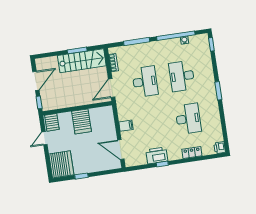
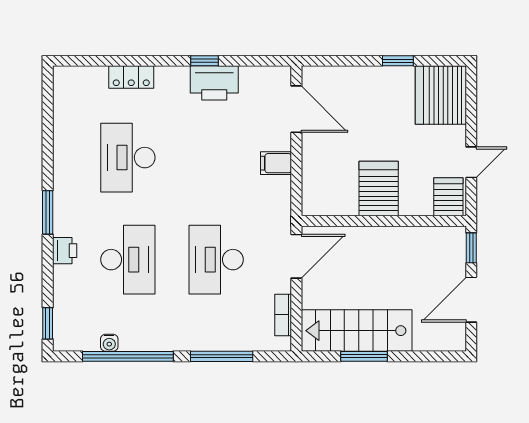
printer: (220, 148) -> (65, 251), moved

